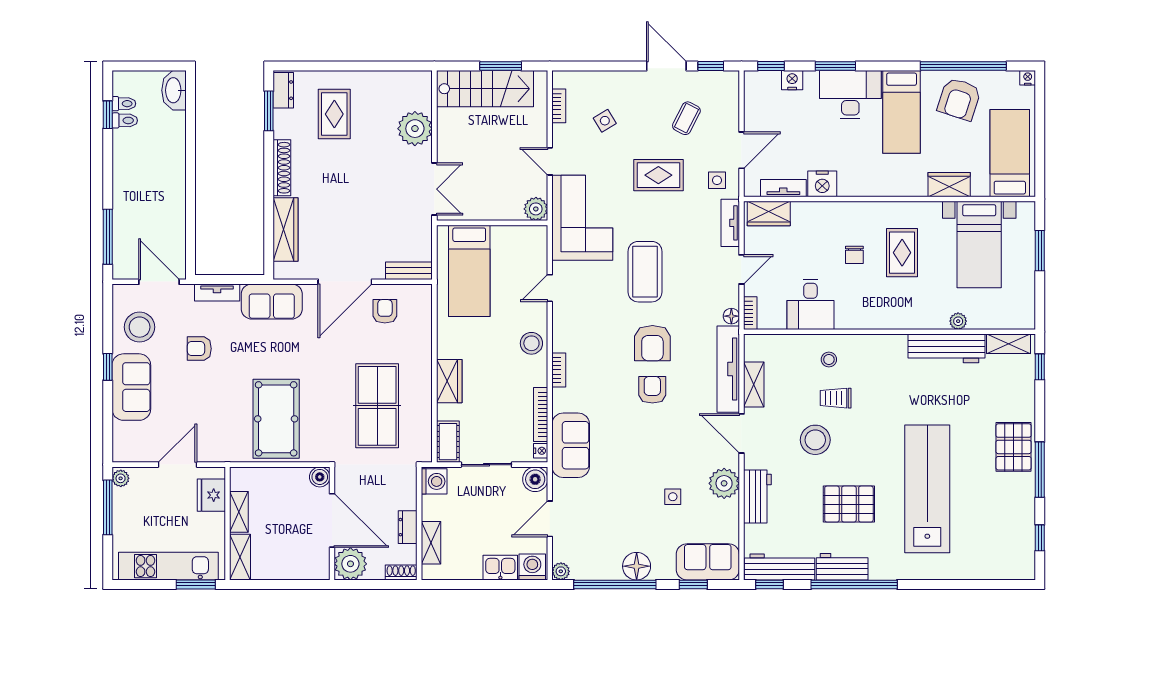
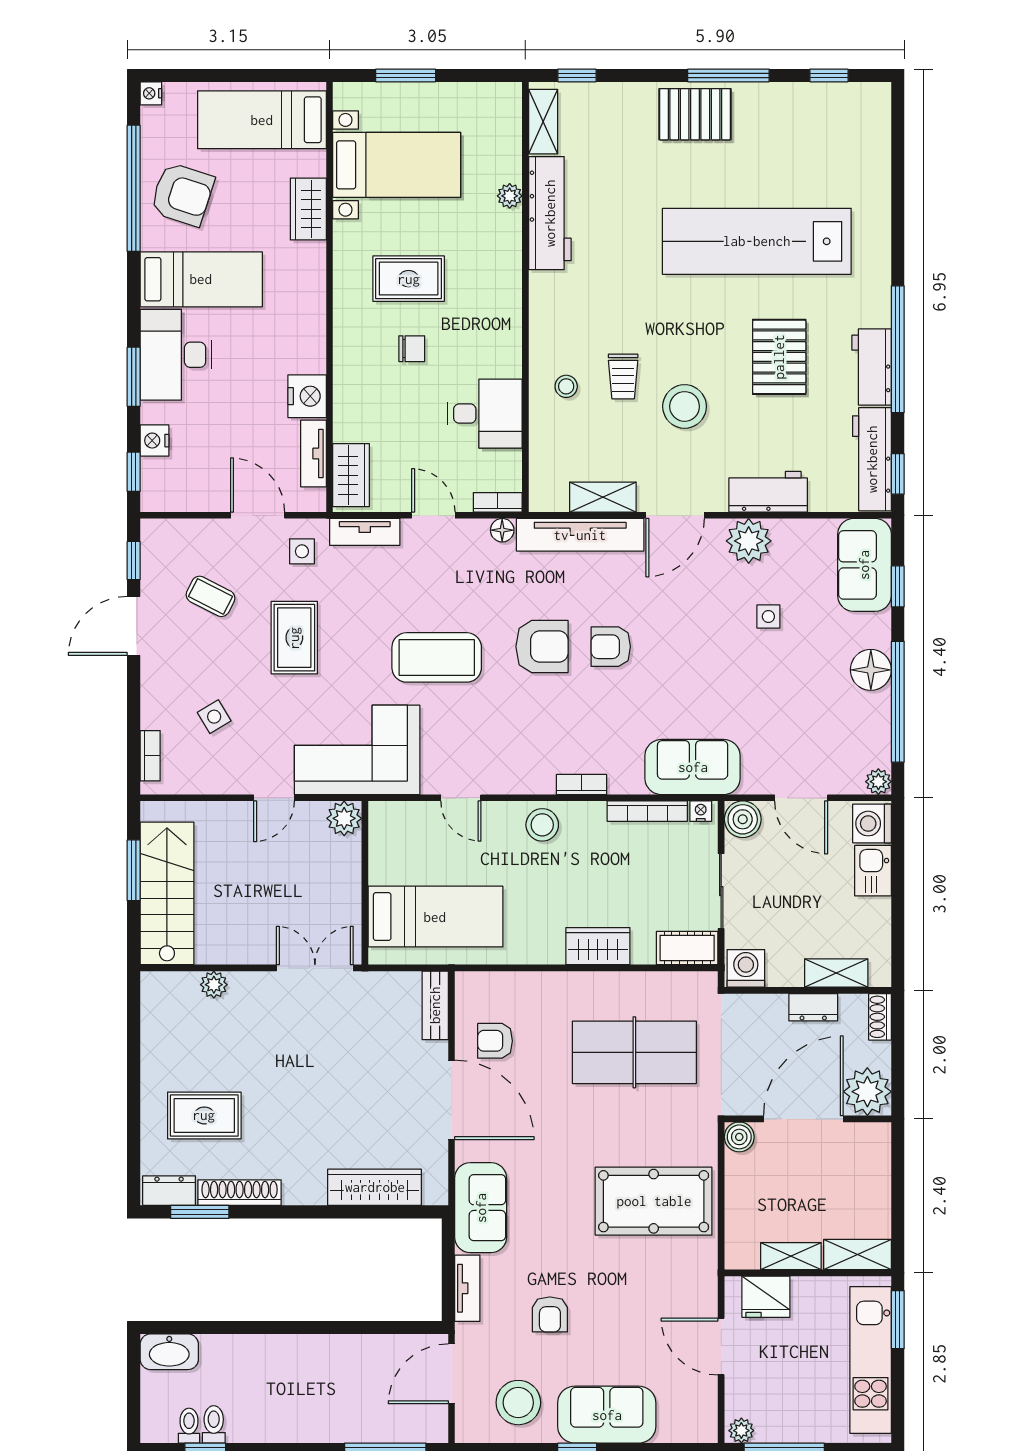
bookcase: (559, 106) -> (150, 756), moved, turned 90
plant: (415, 129) -> (214, 985), width x0.53, depth x0.53
shoe rack: (282, 168) -> (240, 1193), moved

